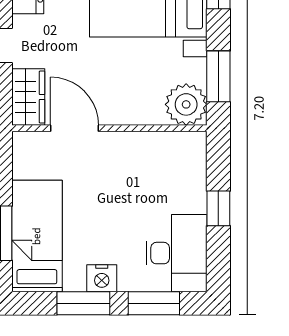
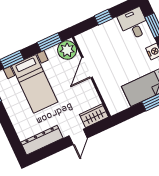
door: (75, 128) -> (87, 67), moved
desk: (177, 253) -> (134, 24), width x0.73

